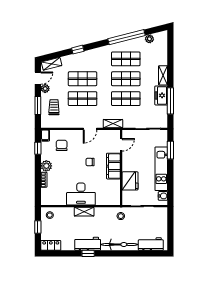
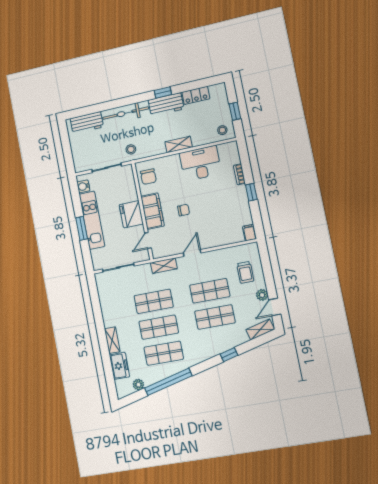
freezer: (161, 95) -> (119, 366), moved
window: (170, 101) -> (97, 309), removed
window: (38, 106) -> (267, 270), removed
chair: (62, 145) -> (148, 177), moved
window: (38, 148) -> (251, 192), moved
window: (170, 150) -> (82, 228), moved
plant: (46, 166) -> (240, 193), removed
fridge: (130, 181) -> (131, 214), moved
desk: (81, 194) -> (200, 163), moved
locker: (51, 245) -> (196, 95), moved

